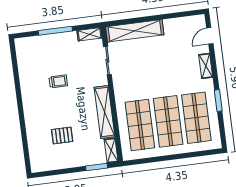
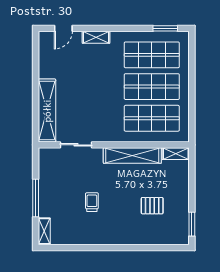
shelving: (89, 34) -> (44, 231), moved
door: (210, 36) -> (63, 28), hinge flipped
window: (218, 101) -> (165, 28), moved
pallet: (62, 135) -> (152, 206), turned 90
window: (97, 167) -> (192, 224), moved

